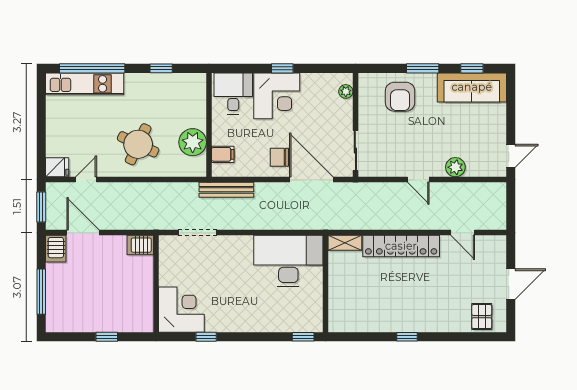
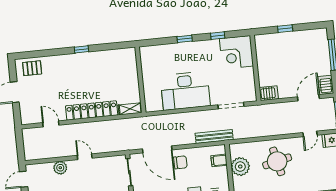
round table: (138, 144) -> (277, 161), turned -38
door: (83, 233) -> (308, 98), swing flipped
desk: (288, 261) -> (185, 91), moved
pallet: (482, 317) -> (32, 68), turned 90
window: (303, 337) -> (185, 39), moved

